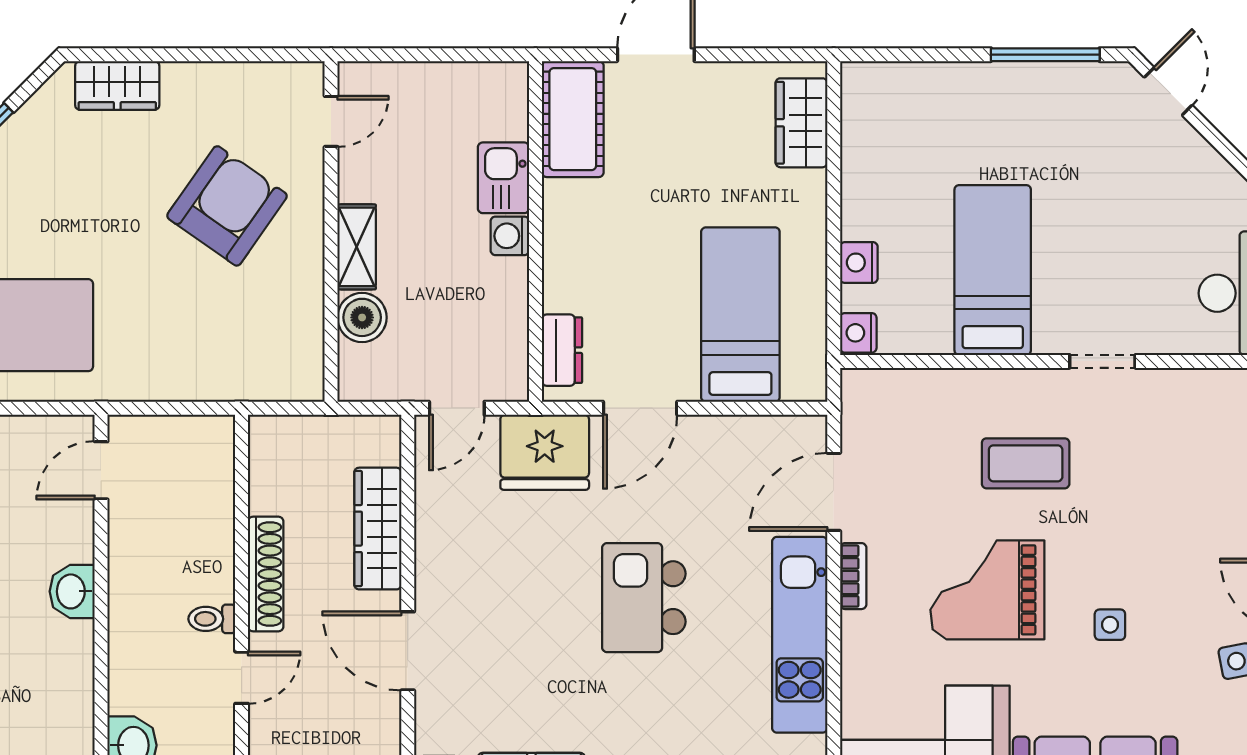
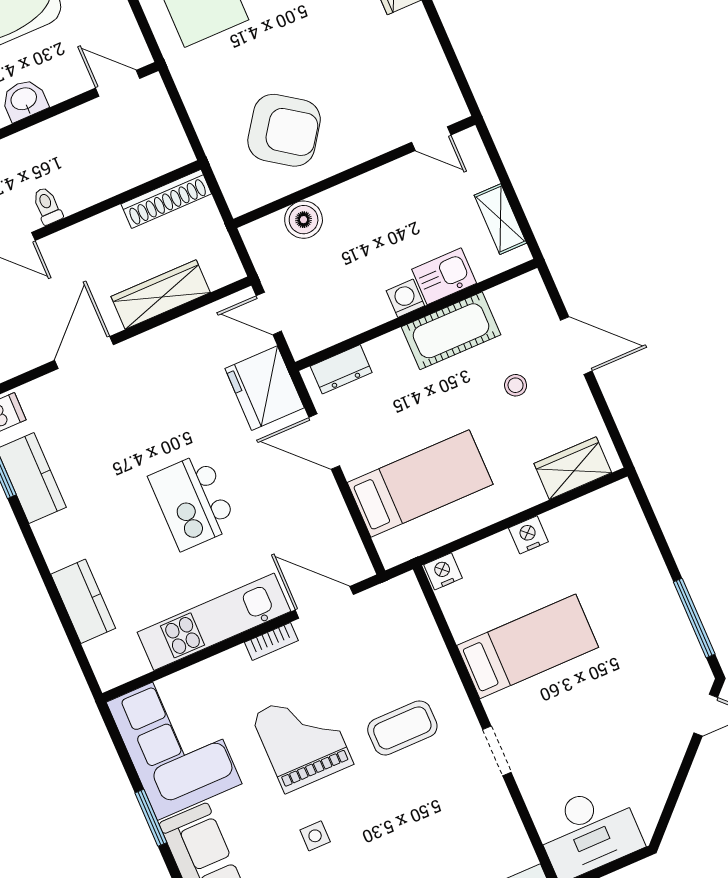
cot: (573, 119) -> (451, 331), moved
stool: (672, 149) -> (516, 385), added
armchair: (227, 206) -> (284, 130), moved
shelving: (357, 247) -> (500, 219), moved, turned 90
nightstand: (859, 263) -> (528, 535), moved
coffee table: (1026, 463) -> (402, 728), turned 90
shoe rack: (266, 574) -> (166, 199), moved
kitchen island: (644, 598) -> (193, 502), turned -90

